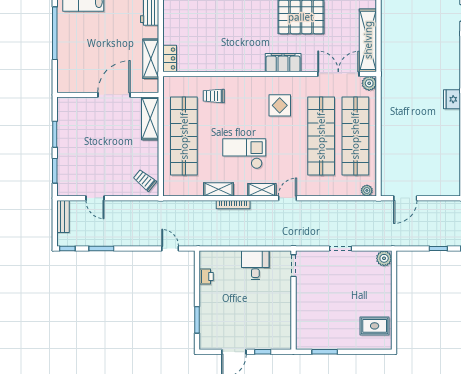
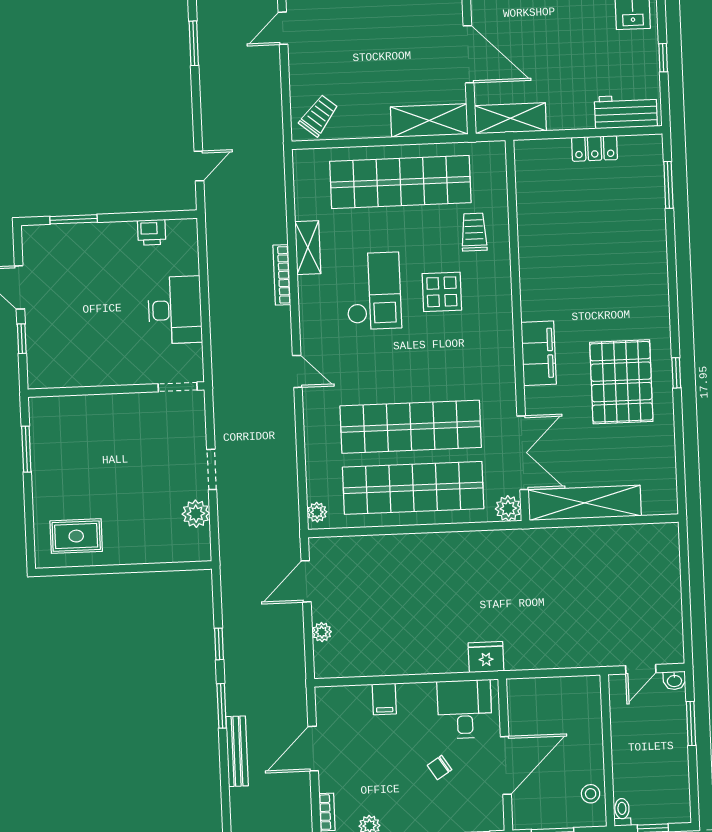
locker: (170, 58) -> (595, 148), moved
shelving: (151, 59) -> (510, 118), moved
display table: (280, 105) -> (442, 292), moved
shelving: (262, 190) -> (310, 325), removed
plant: (434, 191) -> (322, 632), added
door: (405, 198) -> (306, 581), hinge flipped
plant: (384, 258) -> (196, 514), moved
desk: (255, 265) -> (175, 310), width x1.37
rug: (375, 326) -> (76, 536), turned 90

